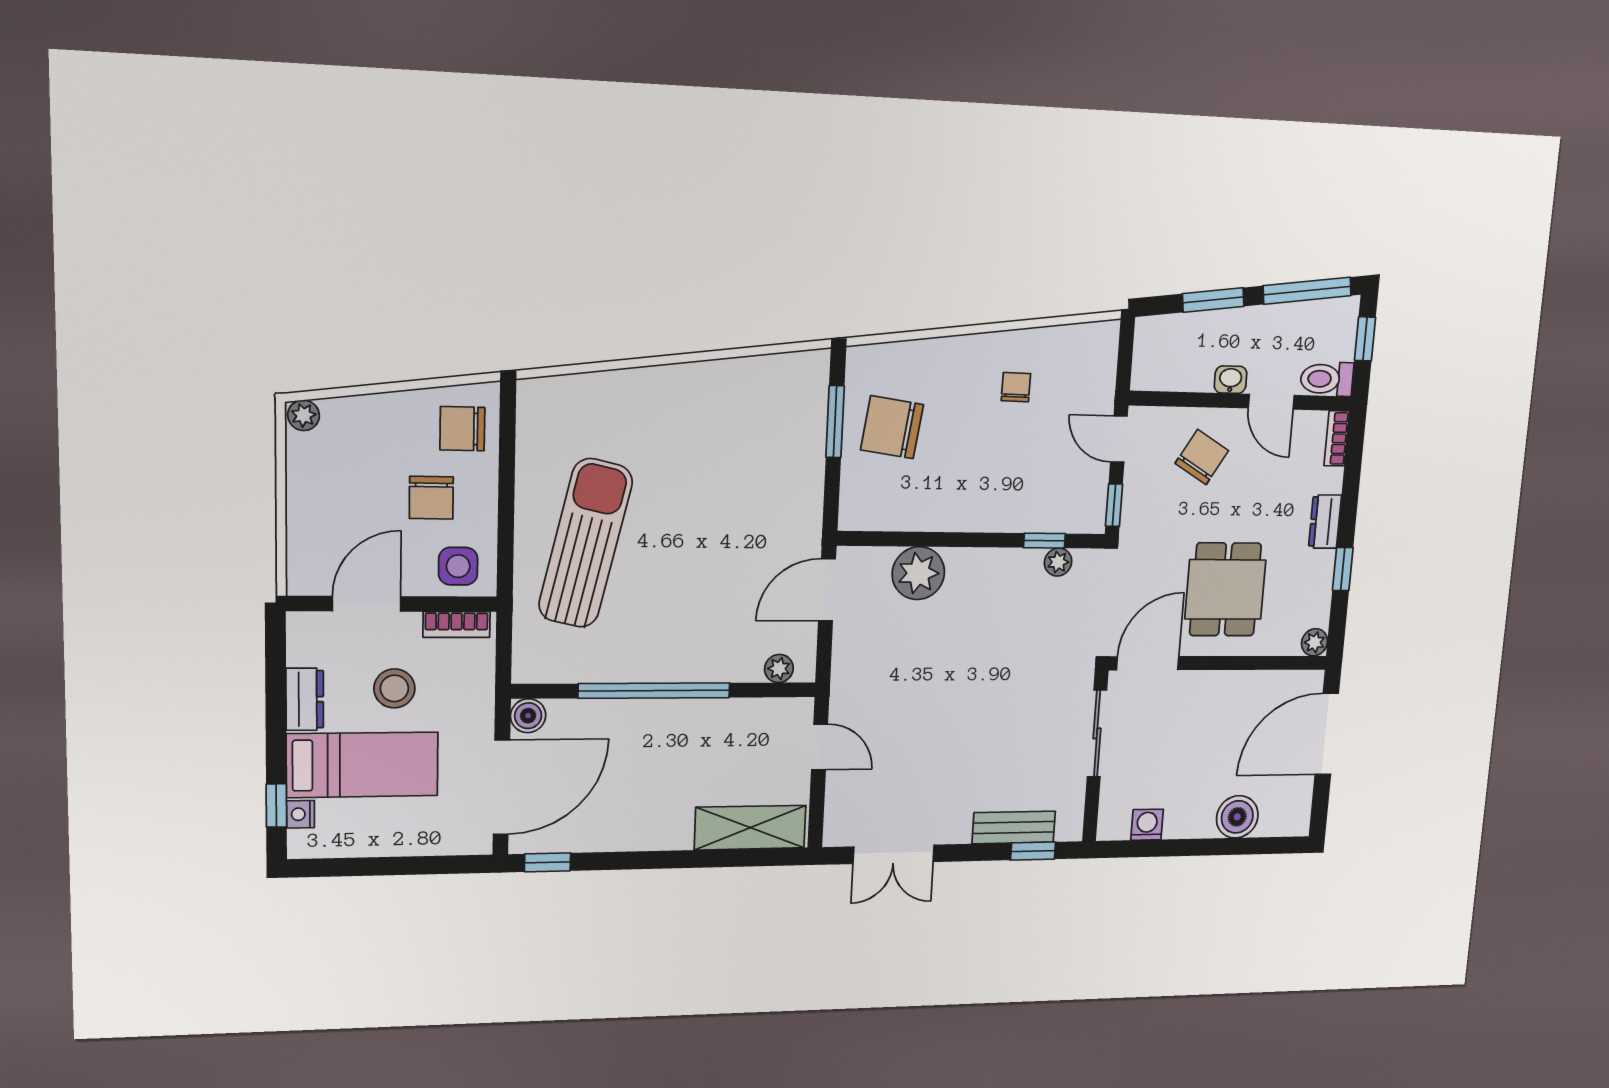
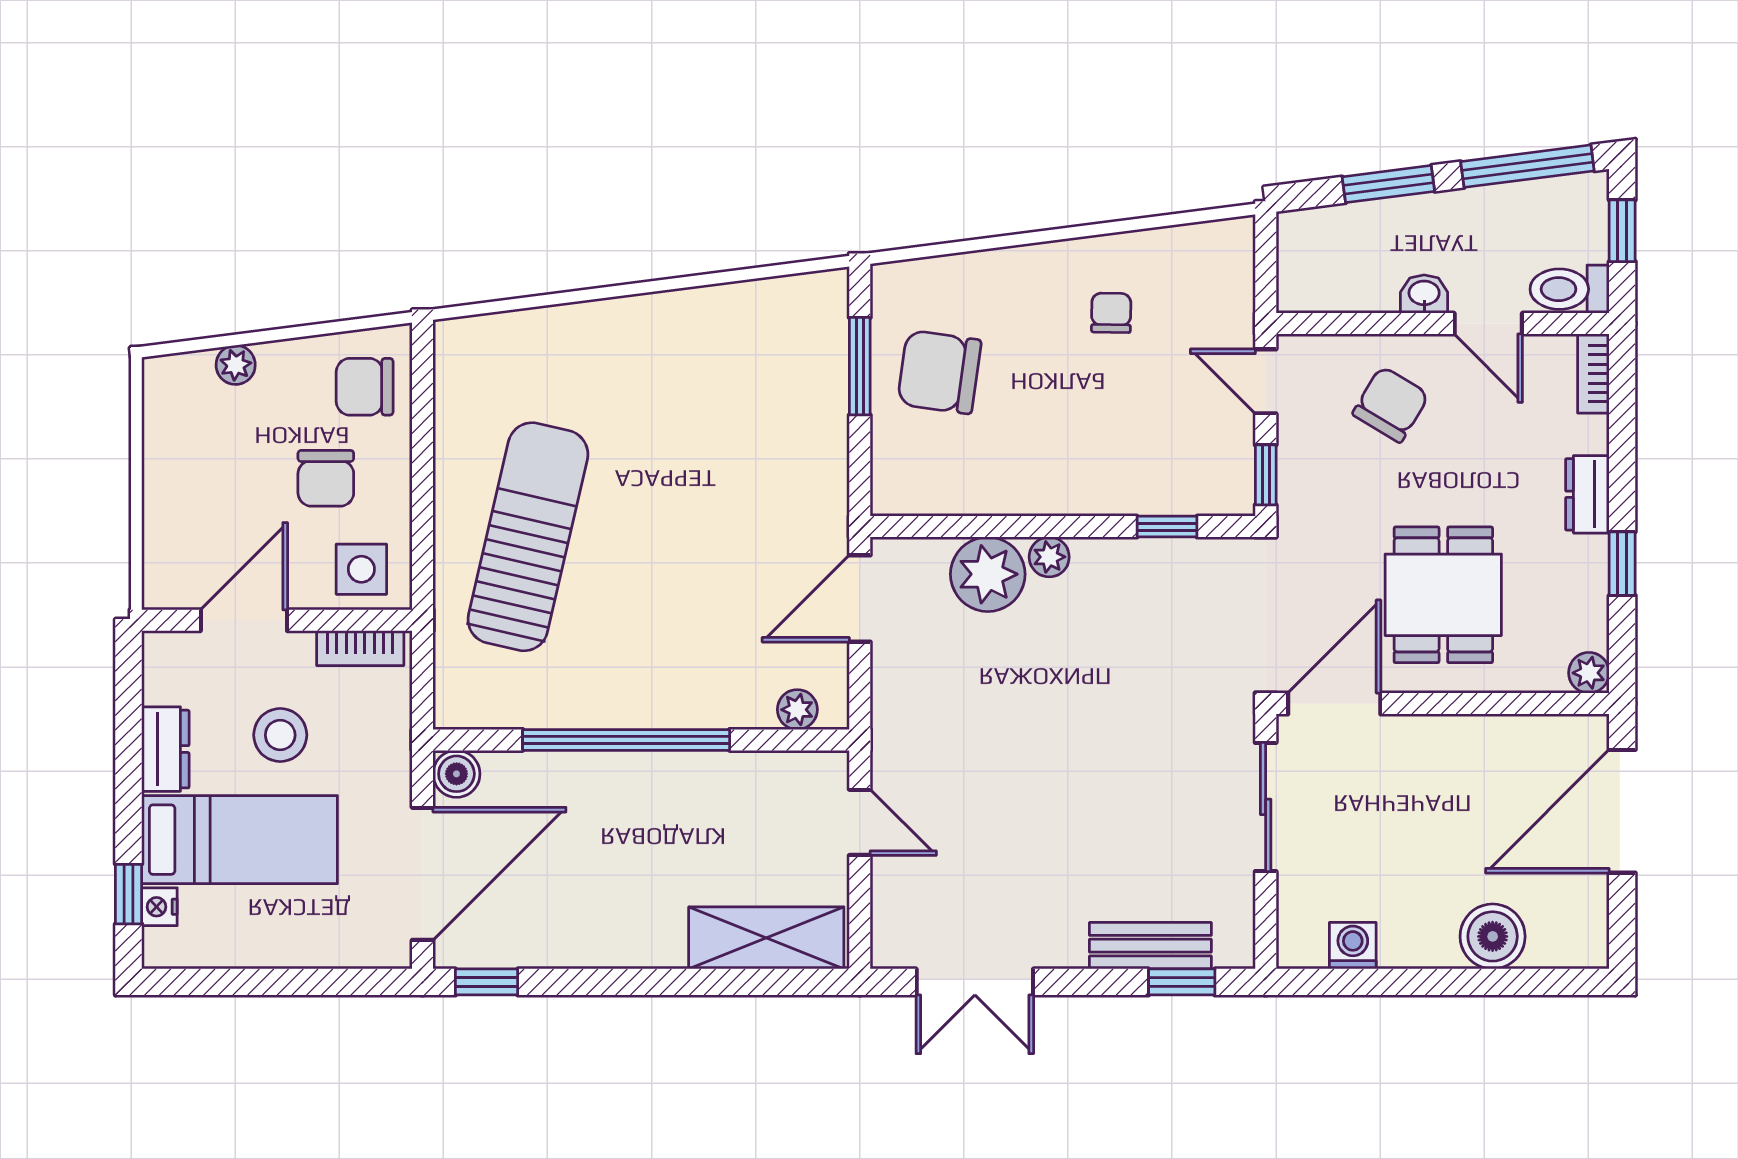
plant: (304, 415) -> (236, 365), moved
plant: (1058, 562) -> (1049, 557), moved

